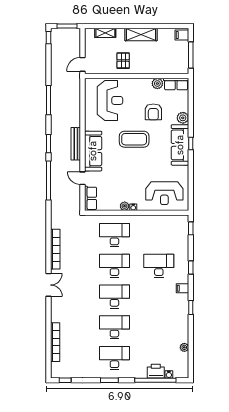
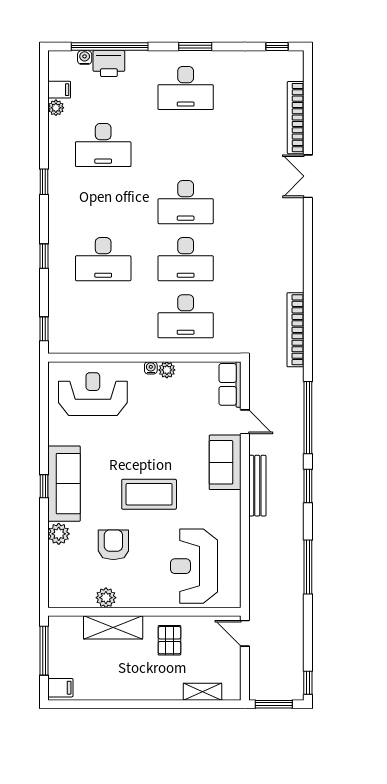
shelving: (141, 35) -> (113, 627), moved
door: (83, 64) -> (245, 633), swing flipped
row of seats: (176, 84) -> (71, 597), removed
sofa: (93, 151) -> (225, 462), width x0.73
bookcase: (55, 249) -> (295, 330), moved
double door: (49, 285) -> (308, 176), moved
filing cabinet: (183, 288) -> (59, 90), moved
desk: (114, 327) -> (103, 145), moved

